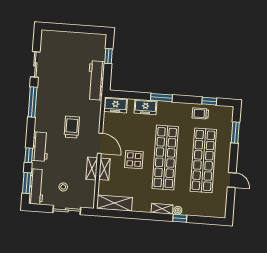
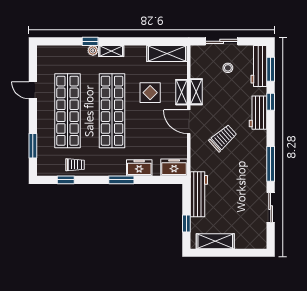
shelving: (85, 39) -> (215, 241), added
trolley: (72, 127) -> (223, 138), turned -132
display table: (134, 160) -> (150, 93), moved

